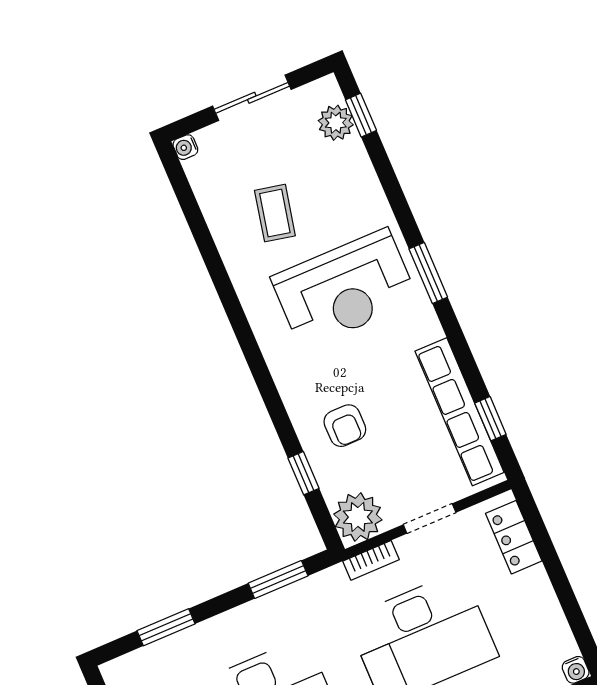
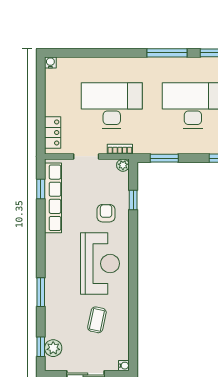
window: (428, 273) -> (41, 292), moved
reception desk: (345, 289) -> (100, 264), moved, turned 90
plant: (358, 517) -> (123, 165), width x0.53, depth x0.53

